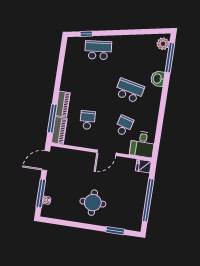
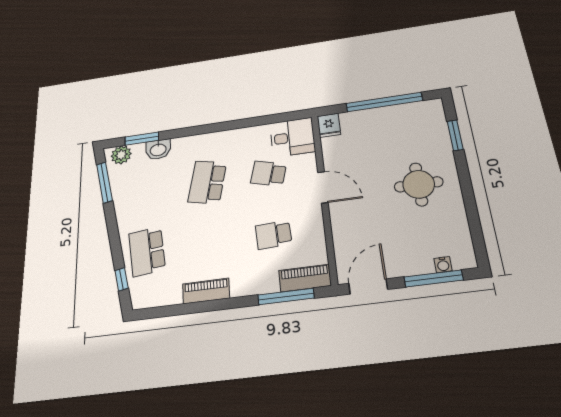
window: (148, 32) -> (104, 182), added
window: (170, 58) -> (142, 139), width x0.69
washbasin: (158, 79) -> (158, 149), moved
piano: (63, 104) -> (206, 291), moved
door: (46, 161) -> (368, 286), swing flipped

